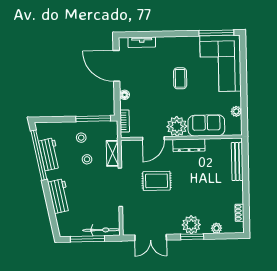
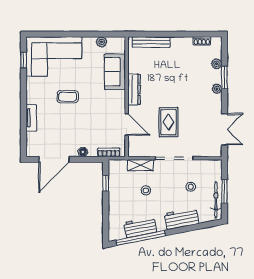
window: (216, 33) -> (23, 60), width x0.46
tv unit: (142, 42) -> (31, 118), moved
window: (93, 119) -> (106, 183), width x0.46
plant: (177, 126) -> (115, 101), removed
stool: (81, 138) -> (191, 187), moved
plant: (191, 225) -> (217, 89), width x0.53, depth x0.53
bicycle: (101, 230) -> (216, 200), moved
window: (192, 237) -> (224, 78), moved
window: (88, 239) -> (224, 192), width x0.69

